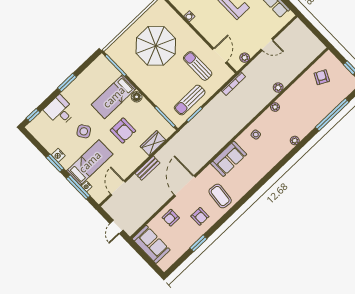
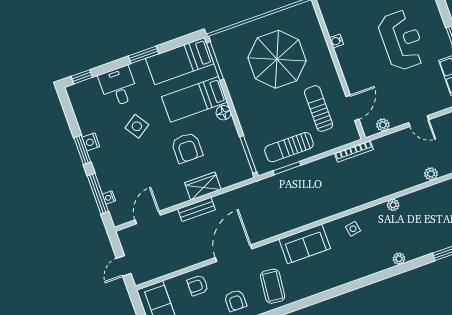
plant: (278, 88) -> (431, 174), moved
wardrobe: (153, 143) -> (203, 186), moved
bed: (90, 162) -> (180, 61), moved, turned 180

